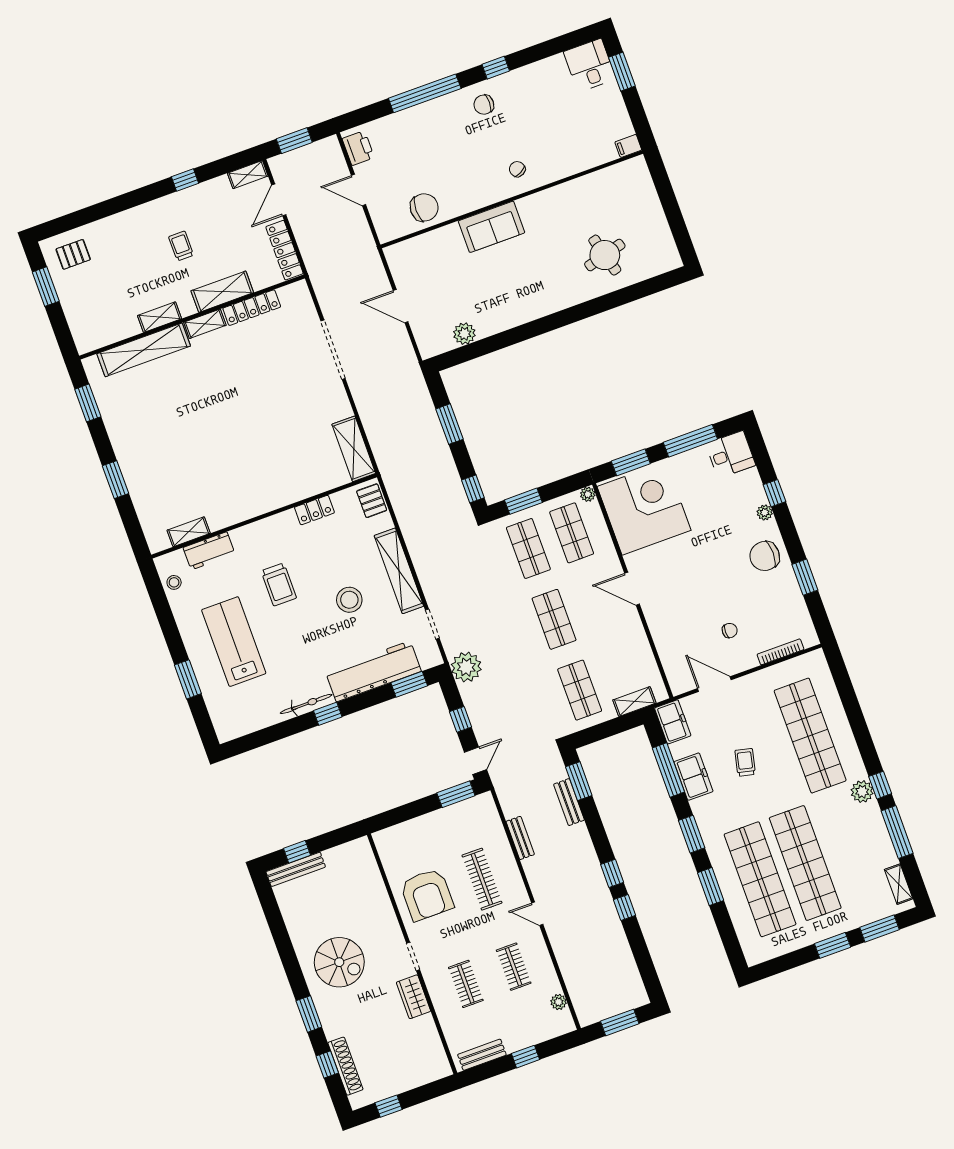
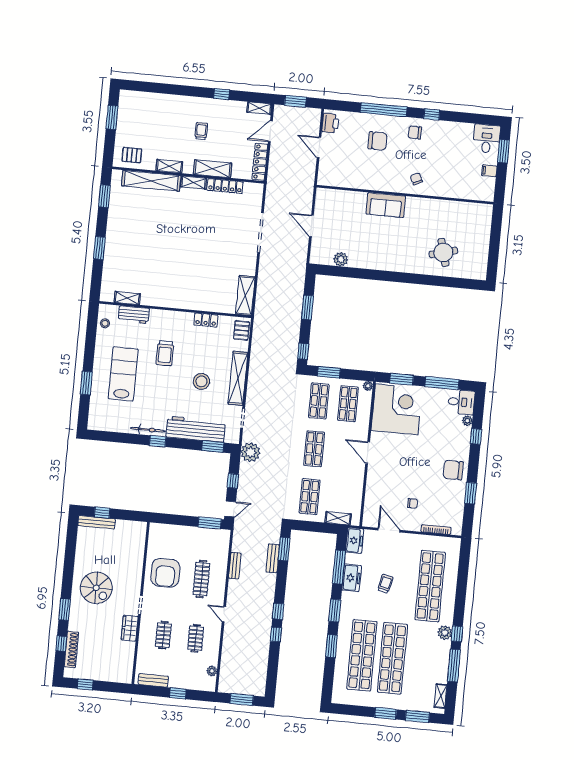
filing cabinet: (628, 146) -> (489, 171), moved
chair: (424, 207) -> (377, 141), moved
pallet: (73, 254) -> (132, 155), moved
plant: (765, 512) -> (467, 421), moved

